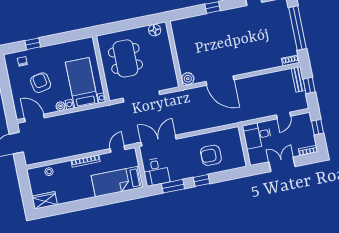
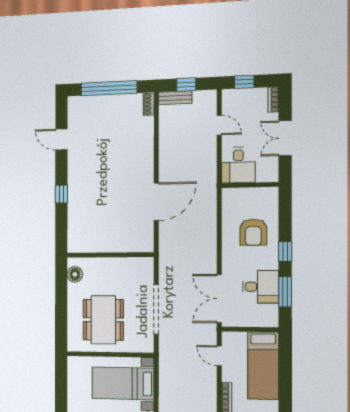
dining table: (125, 58) -> (103, 320), turned 90
plant: (188, 79) -> (145, 244), removed
desk: (156, 172) -> (261, 287), moved

